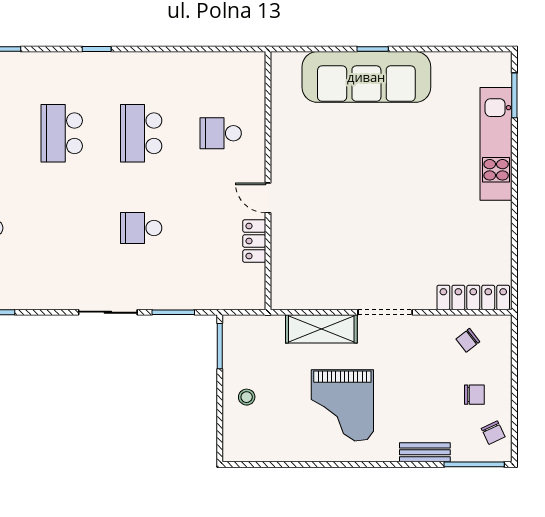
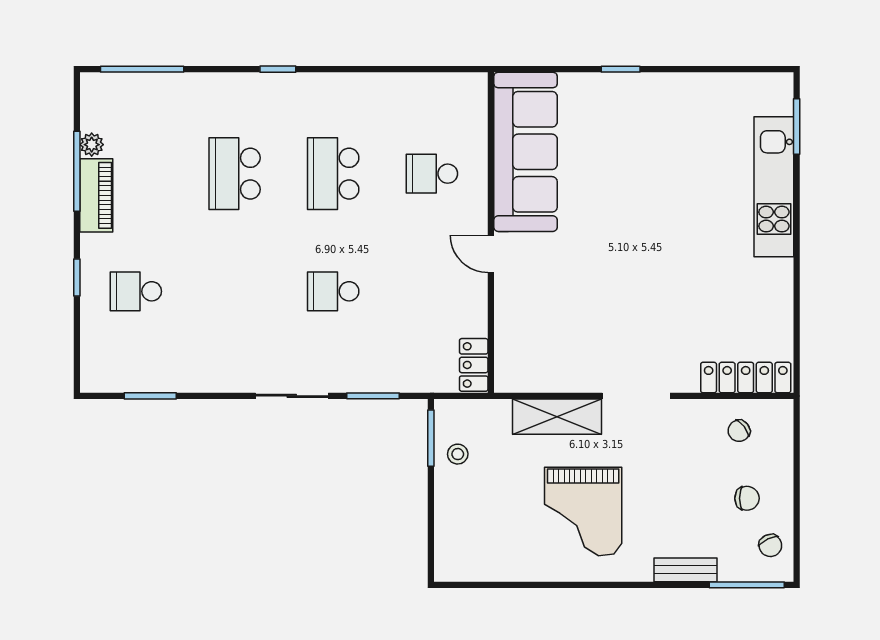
sofa: (366, 77) -> (526, 152), moved, turned -90
locker: (254, 241) -> (474, 365), moved
stool: (247, 397) -> (458, 454), moved

